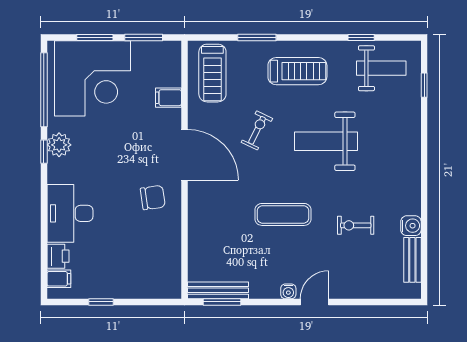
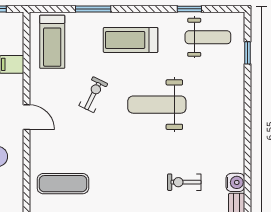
treadmill: (297, 71) -> (131, 40), turned 180
door: (184, 155) -> (26, 117), width x0.53
exercise mat: (283, 214) -> (63, 184), moved

